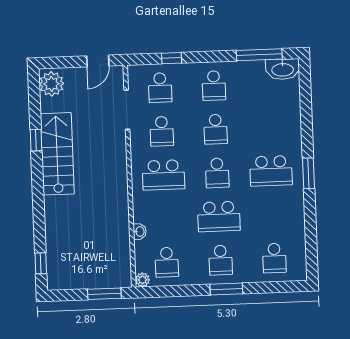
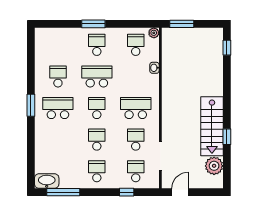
plant: (51, 84) -> (214, 166), moved
school desk: (274, 258) -> (58, 76), moved

